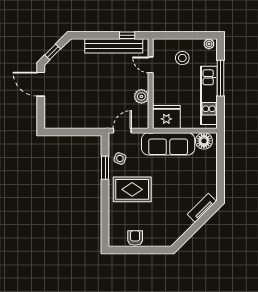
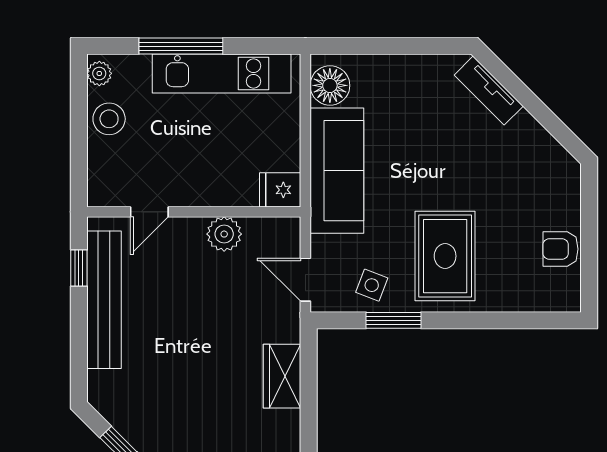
stool: (182, 58) -> (109, 119), moved
fridge: (166, 117) -> (280, 190), width x0.53, depth x0.75
wardrobe: (82, 121) -> (282, 376), added

